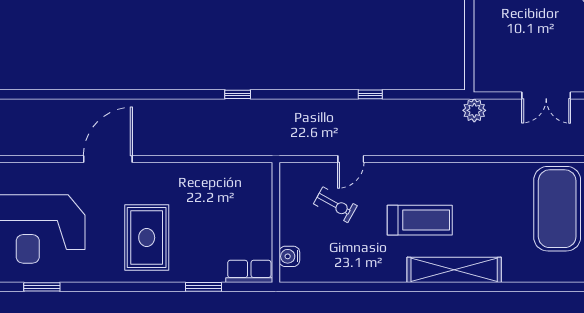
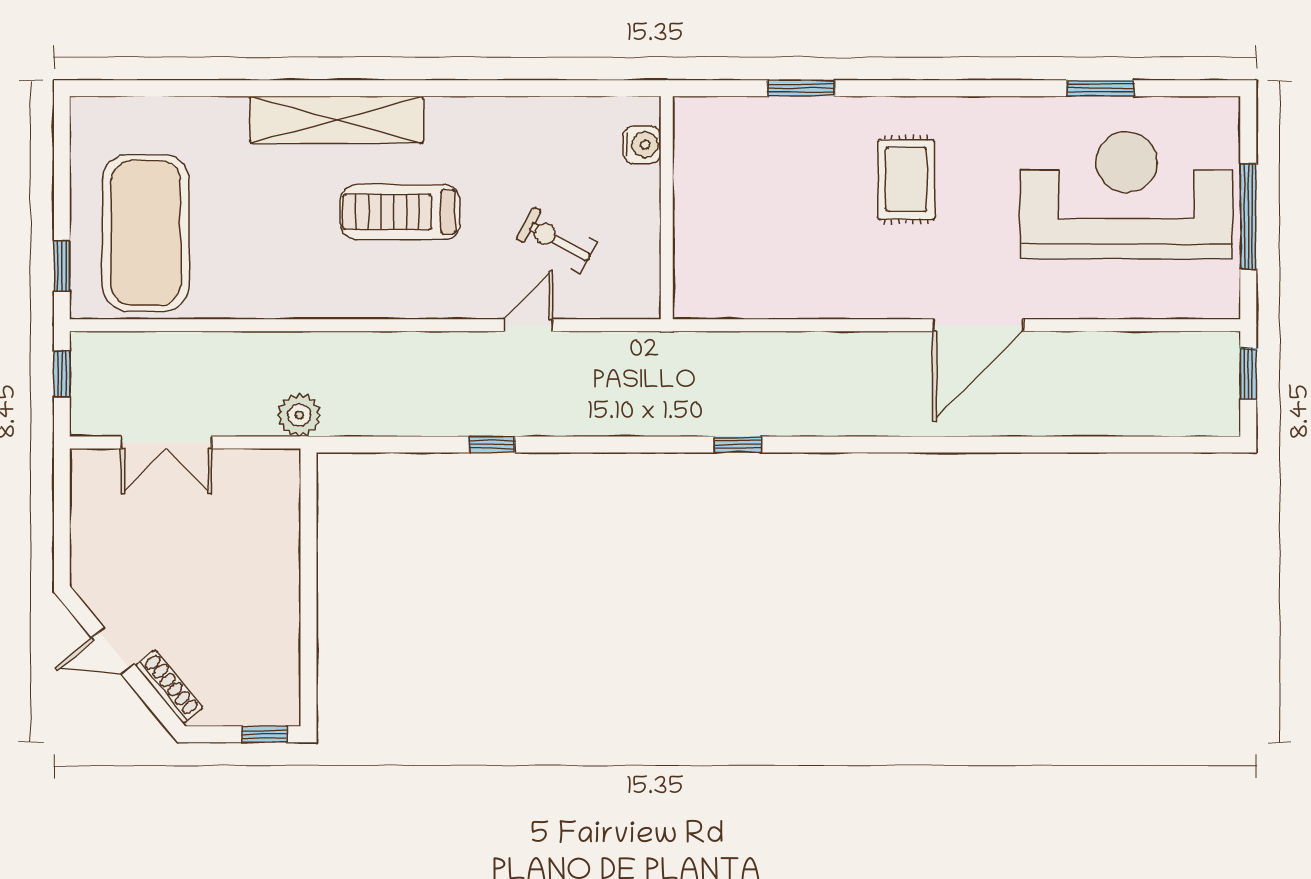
double door: (546, 96) -> (166, 443), swing flipped
rug: (147, 238) -> (906, 180), width x0.73, depth x0.70
row of seats: (249, 271) -> (716, 117), removed

